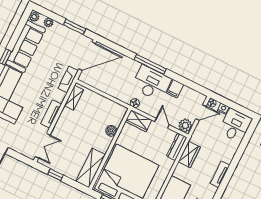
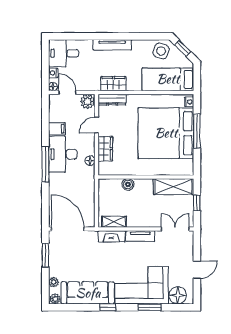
fireplace: (68, 79) -> (111, 236), moved
boiler: (111, 131) -> (128, 184), moved
wall: (110, 149) -> (146, 177), moved
shelving: (91, 168) -> (174, 187), moved
tv unit: (220, 174) -> (112, 45), width x1.41

